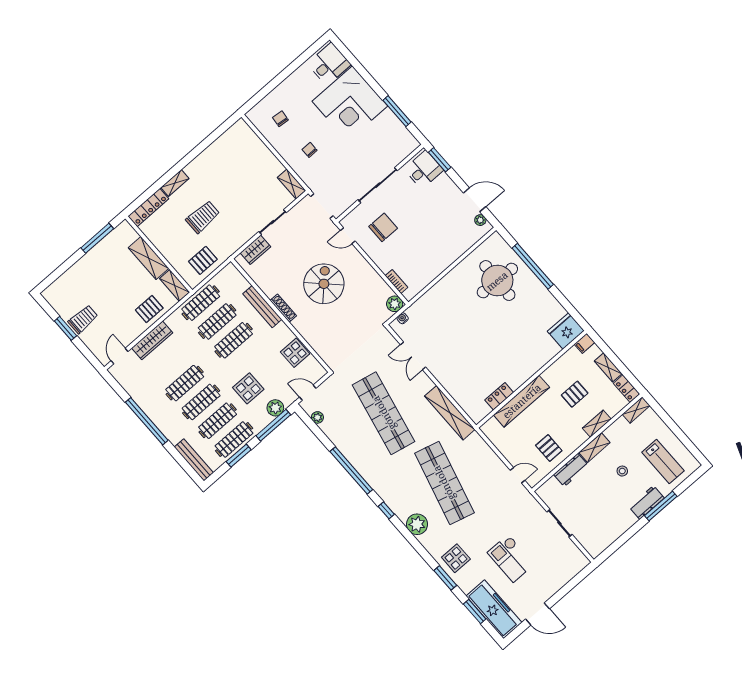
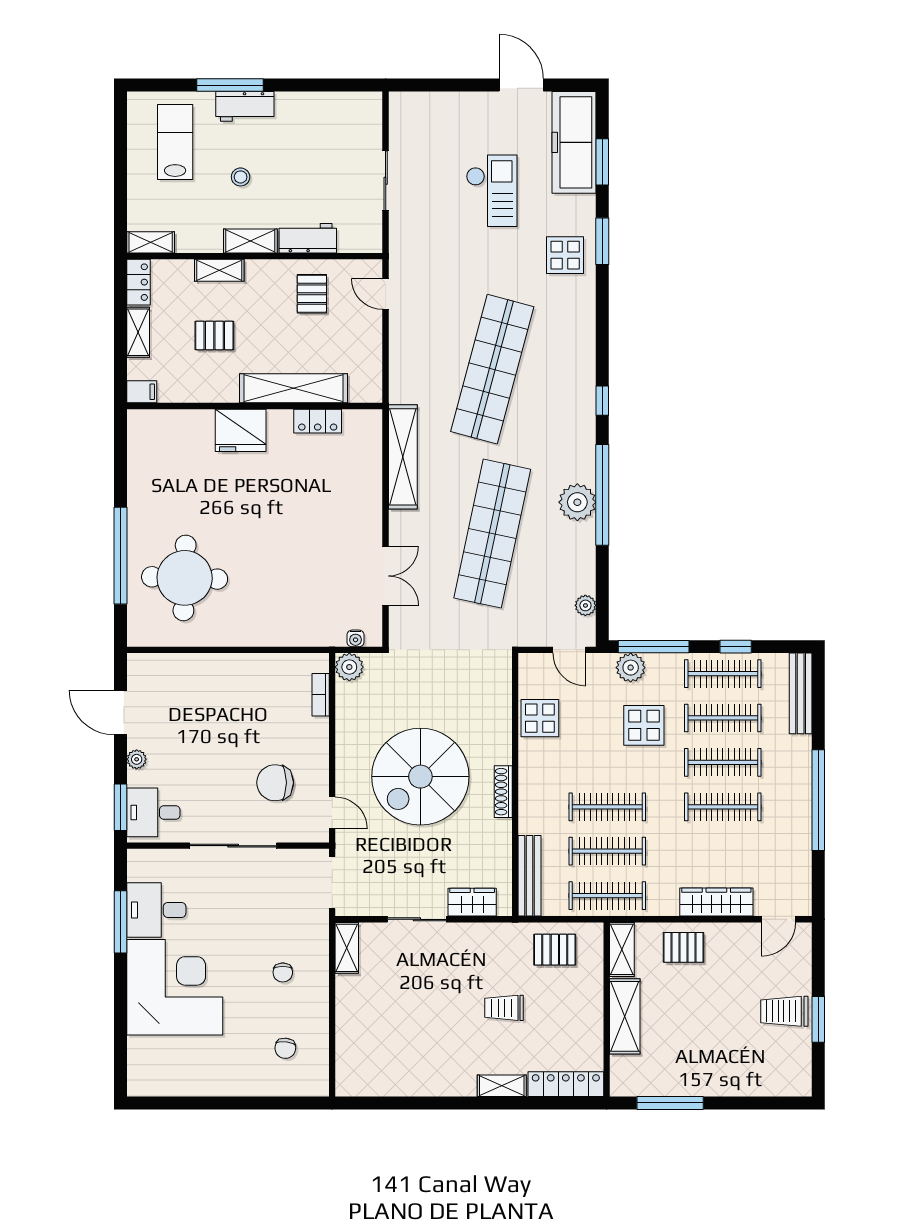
desk: (329, 64) -> (156, 910), moved
trolley: (203, 217) -> (504, 1008), width x0.73, depth x0.72
plant: (480, 220) -> (137, 759), moved
spiral stairs: (324, 284) -> (420, 777), width x1.37, depth x1.37
bench: (262, 307) -> (529, 876), moved
fridge: (566, 331) -> (241, 430), moved
window: (239, 456) -> (736, 647), width x0.67
plant: (417, 524) -> (577, 502), moved

